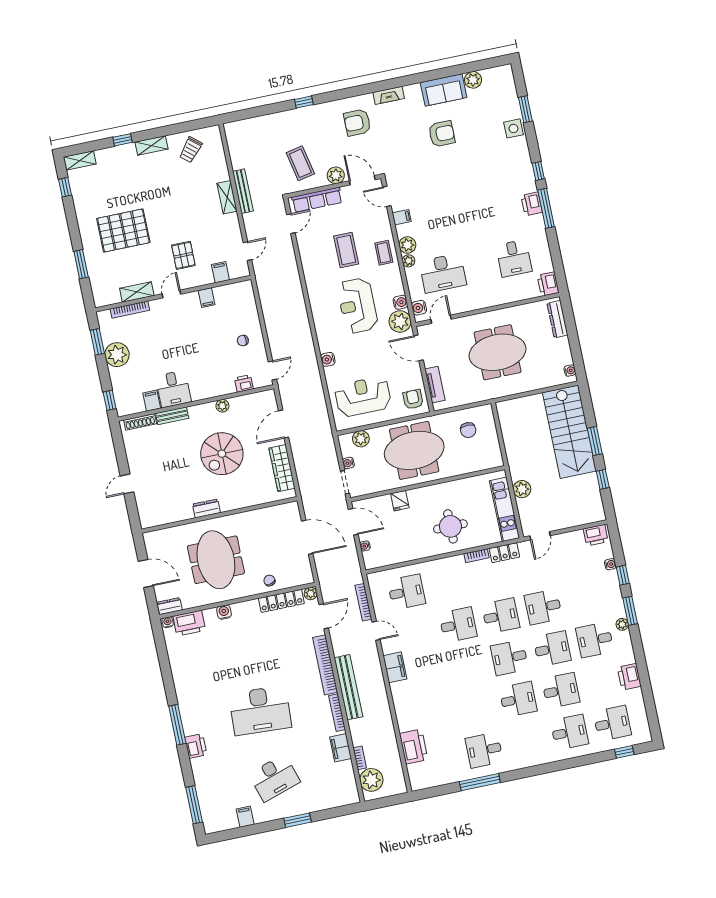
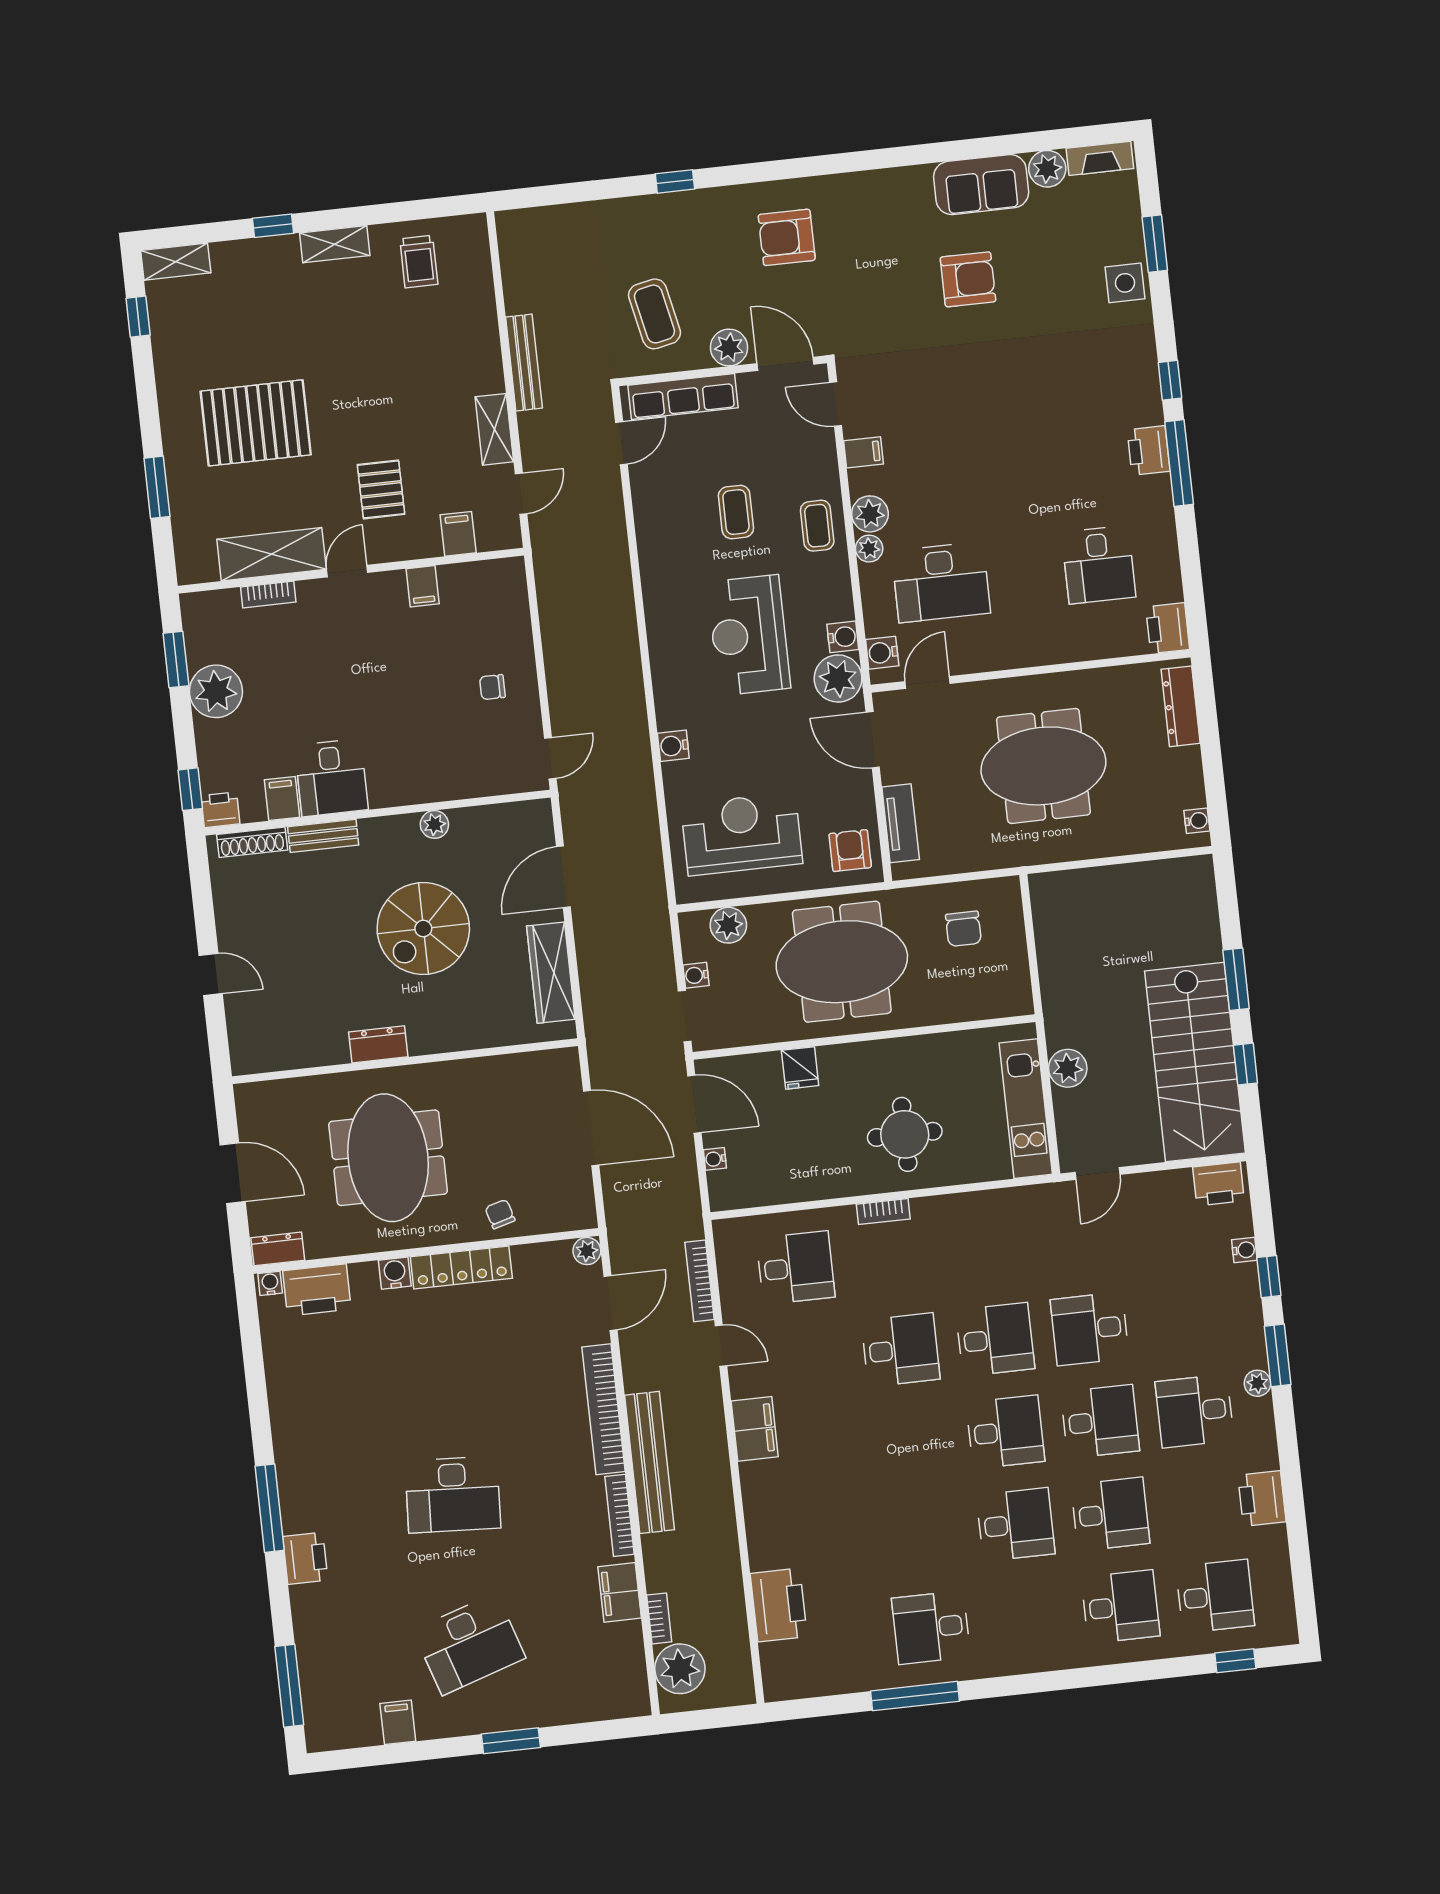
fireplace: (389, 95) -> (1100, 158), moved
trolley: (191, 150) -> (419, 262), turned -40
shelving: (227, 197) -> (494, 429), moved
coffee table: (346, 250) -> (736, 512), width x0.73, depth x0.77
shelving: (137, 292) -> (272, 554), width x1.50, depth x1.33
bookcase: (130, 310) -> (268, 595), width x0.64
printer: (244, 383) -> (220, 810), moved
stairs: (569, 432) -> (1195, 1062), moved
door: (127, 484) -> (211, 974), swing flipped
locker: (504, 553) -> (1016, 1203), removed
bookcase: (477, 556) -> (883, 1212), moved
locker: (281, 601) -> (461, 1267), moved
desk: (509, 658) -> (1005, 1432), turned 180
desk: (260, 710) -> (453, 1495), width x0.73, depth x0.77

